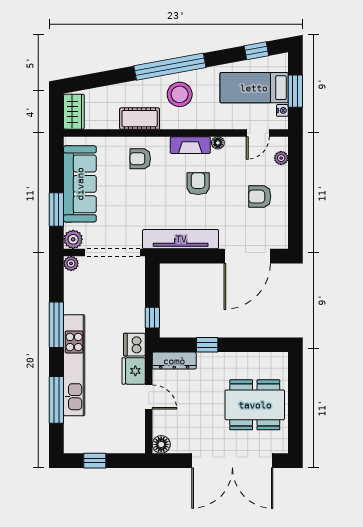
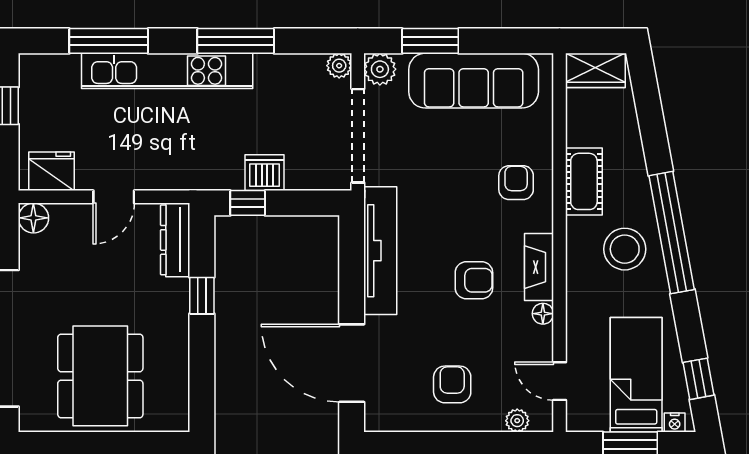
nightstand: (282, 110) -> (675, 423), moved
dishwasher: (134, 345) -> (264, 173), moved
fridge: (134, 371) -> (51, 171), moved

